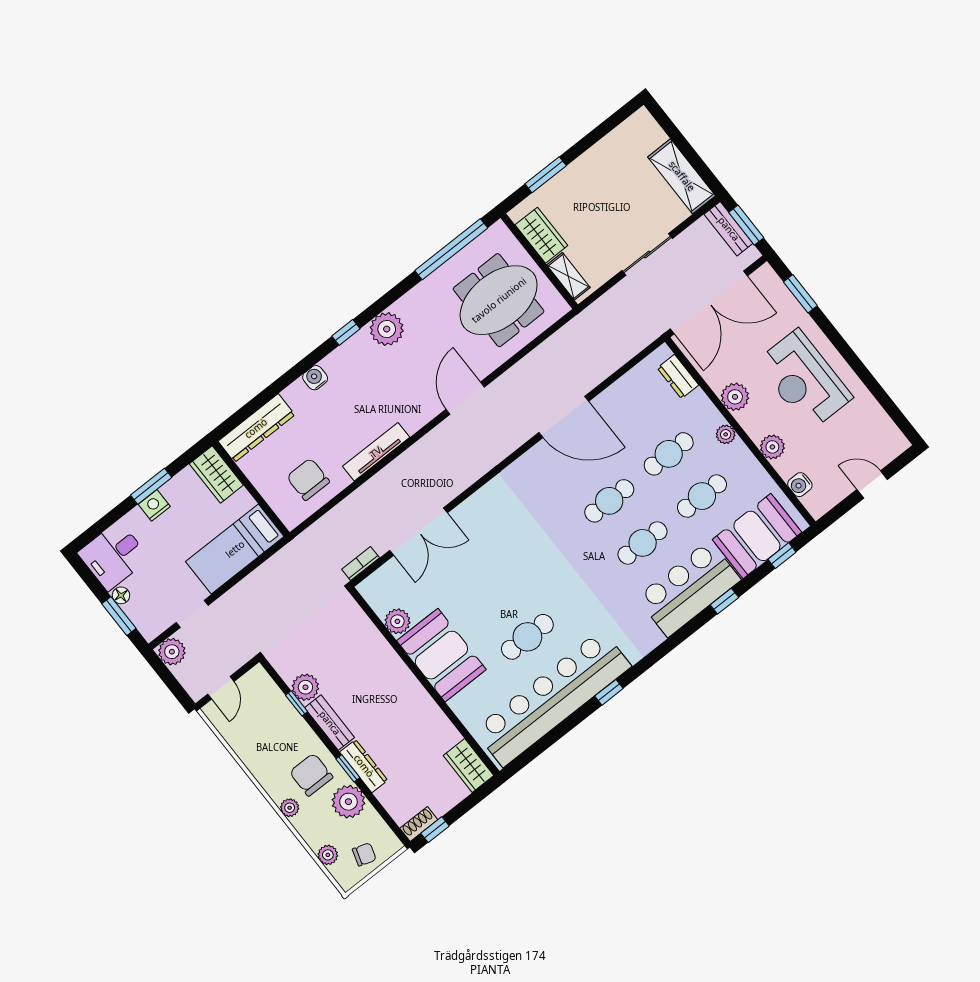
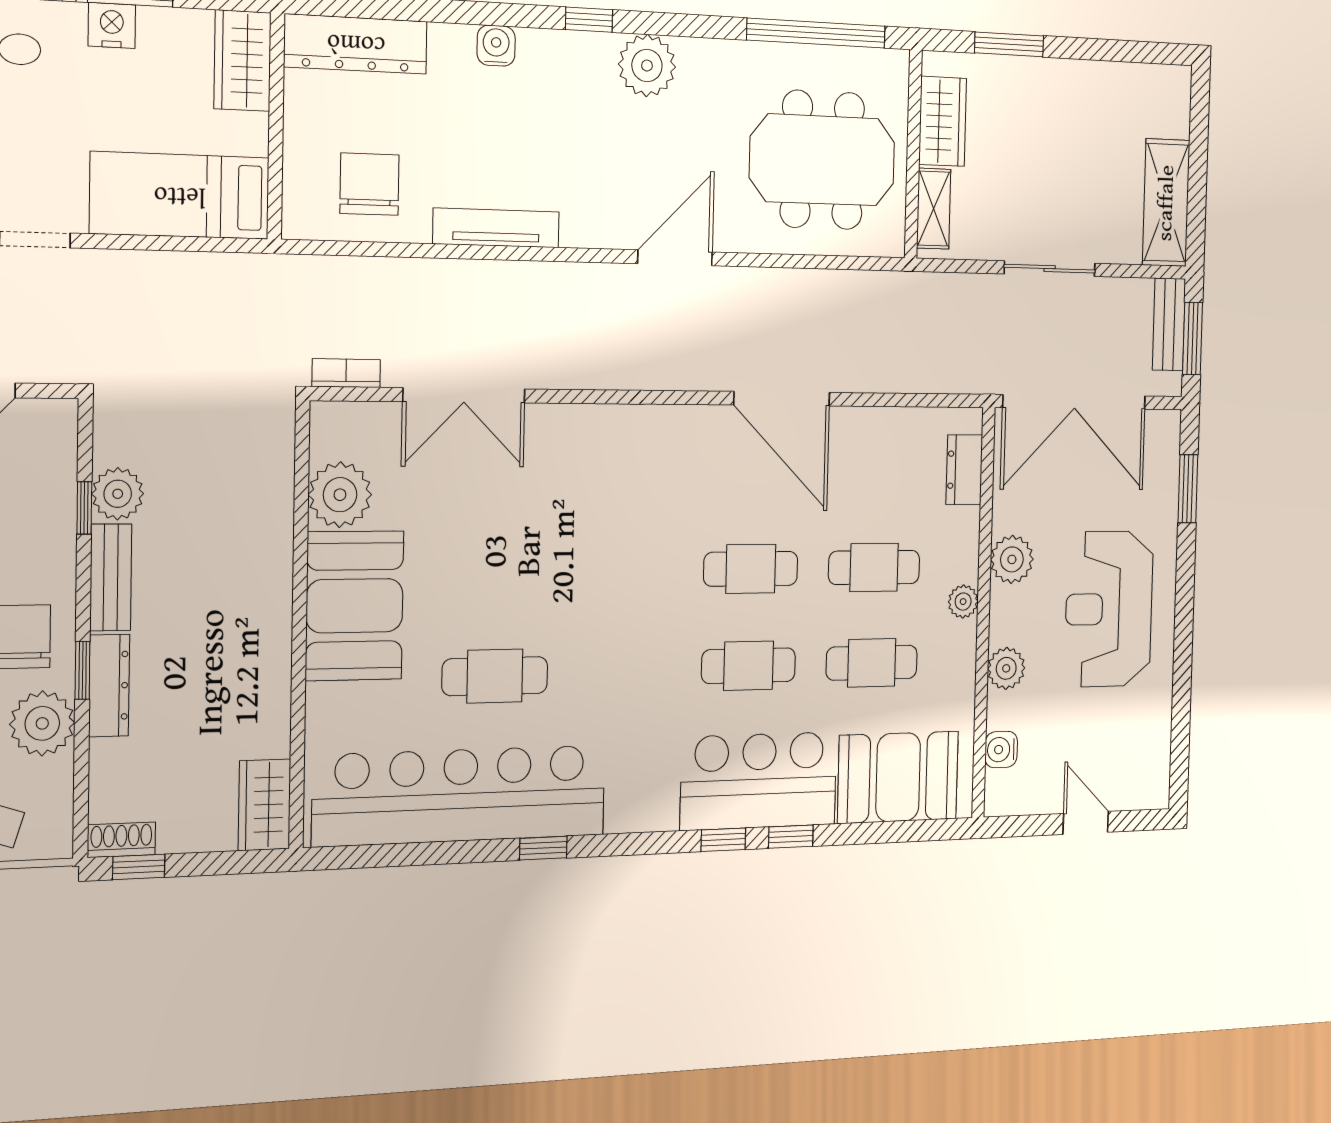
window: (782, 556) -> (723, 840), moved
plant: (397, 621) -> (340, 495), width x1.36, depth x1.36

